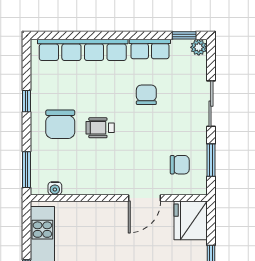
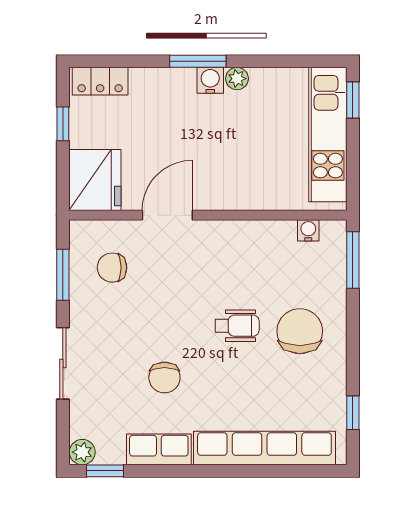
window: (27, 101) -> (353, 413), moved

